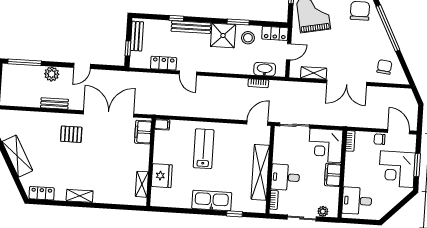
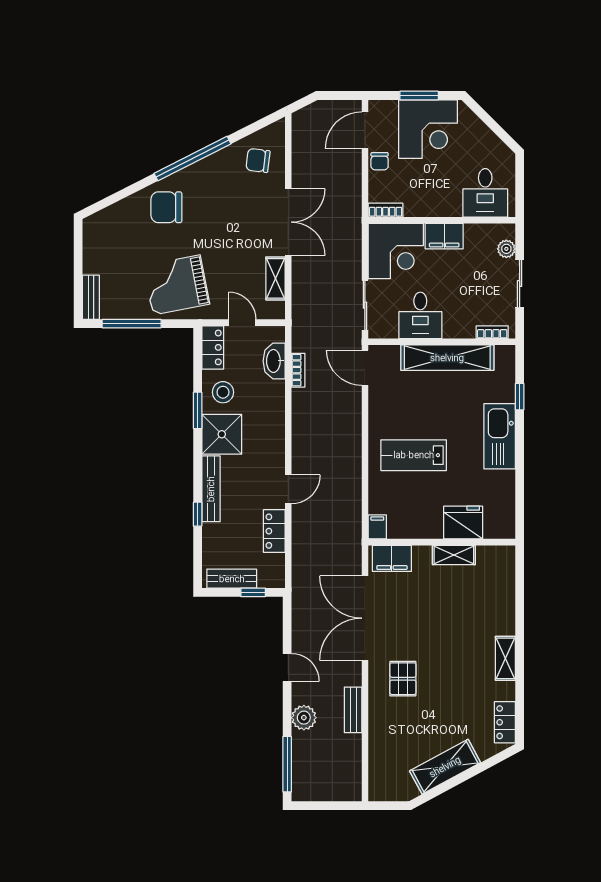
desk: (285, 177) -> (420, 315), moved
shelving: (142, 184) -> (454, 555), moved

